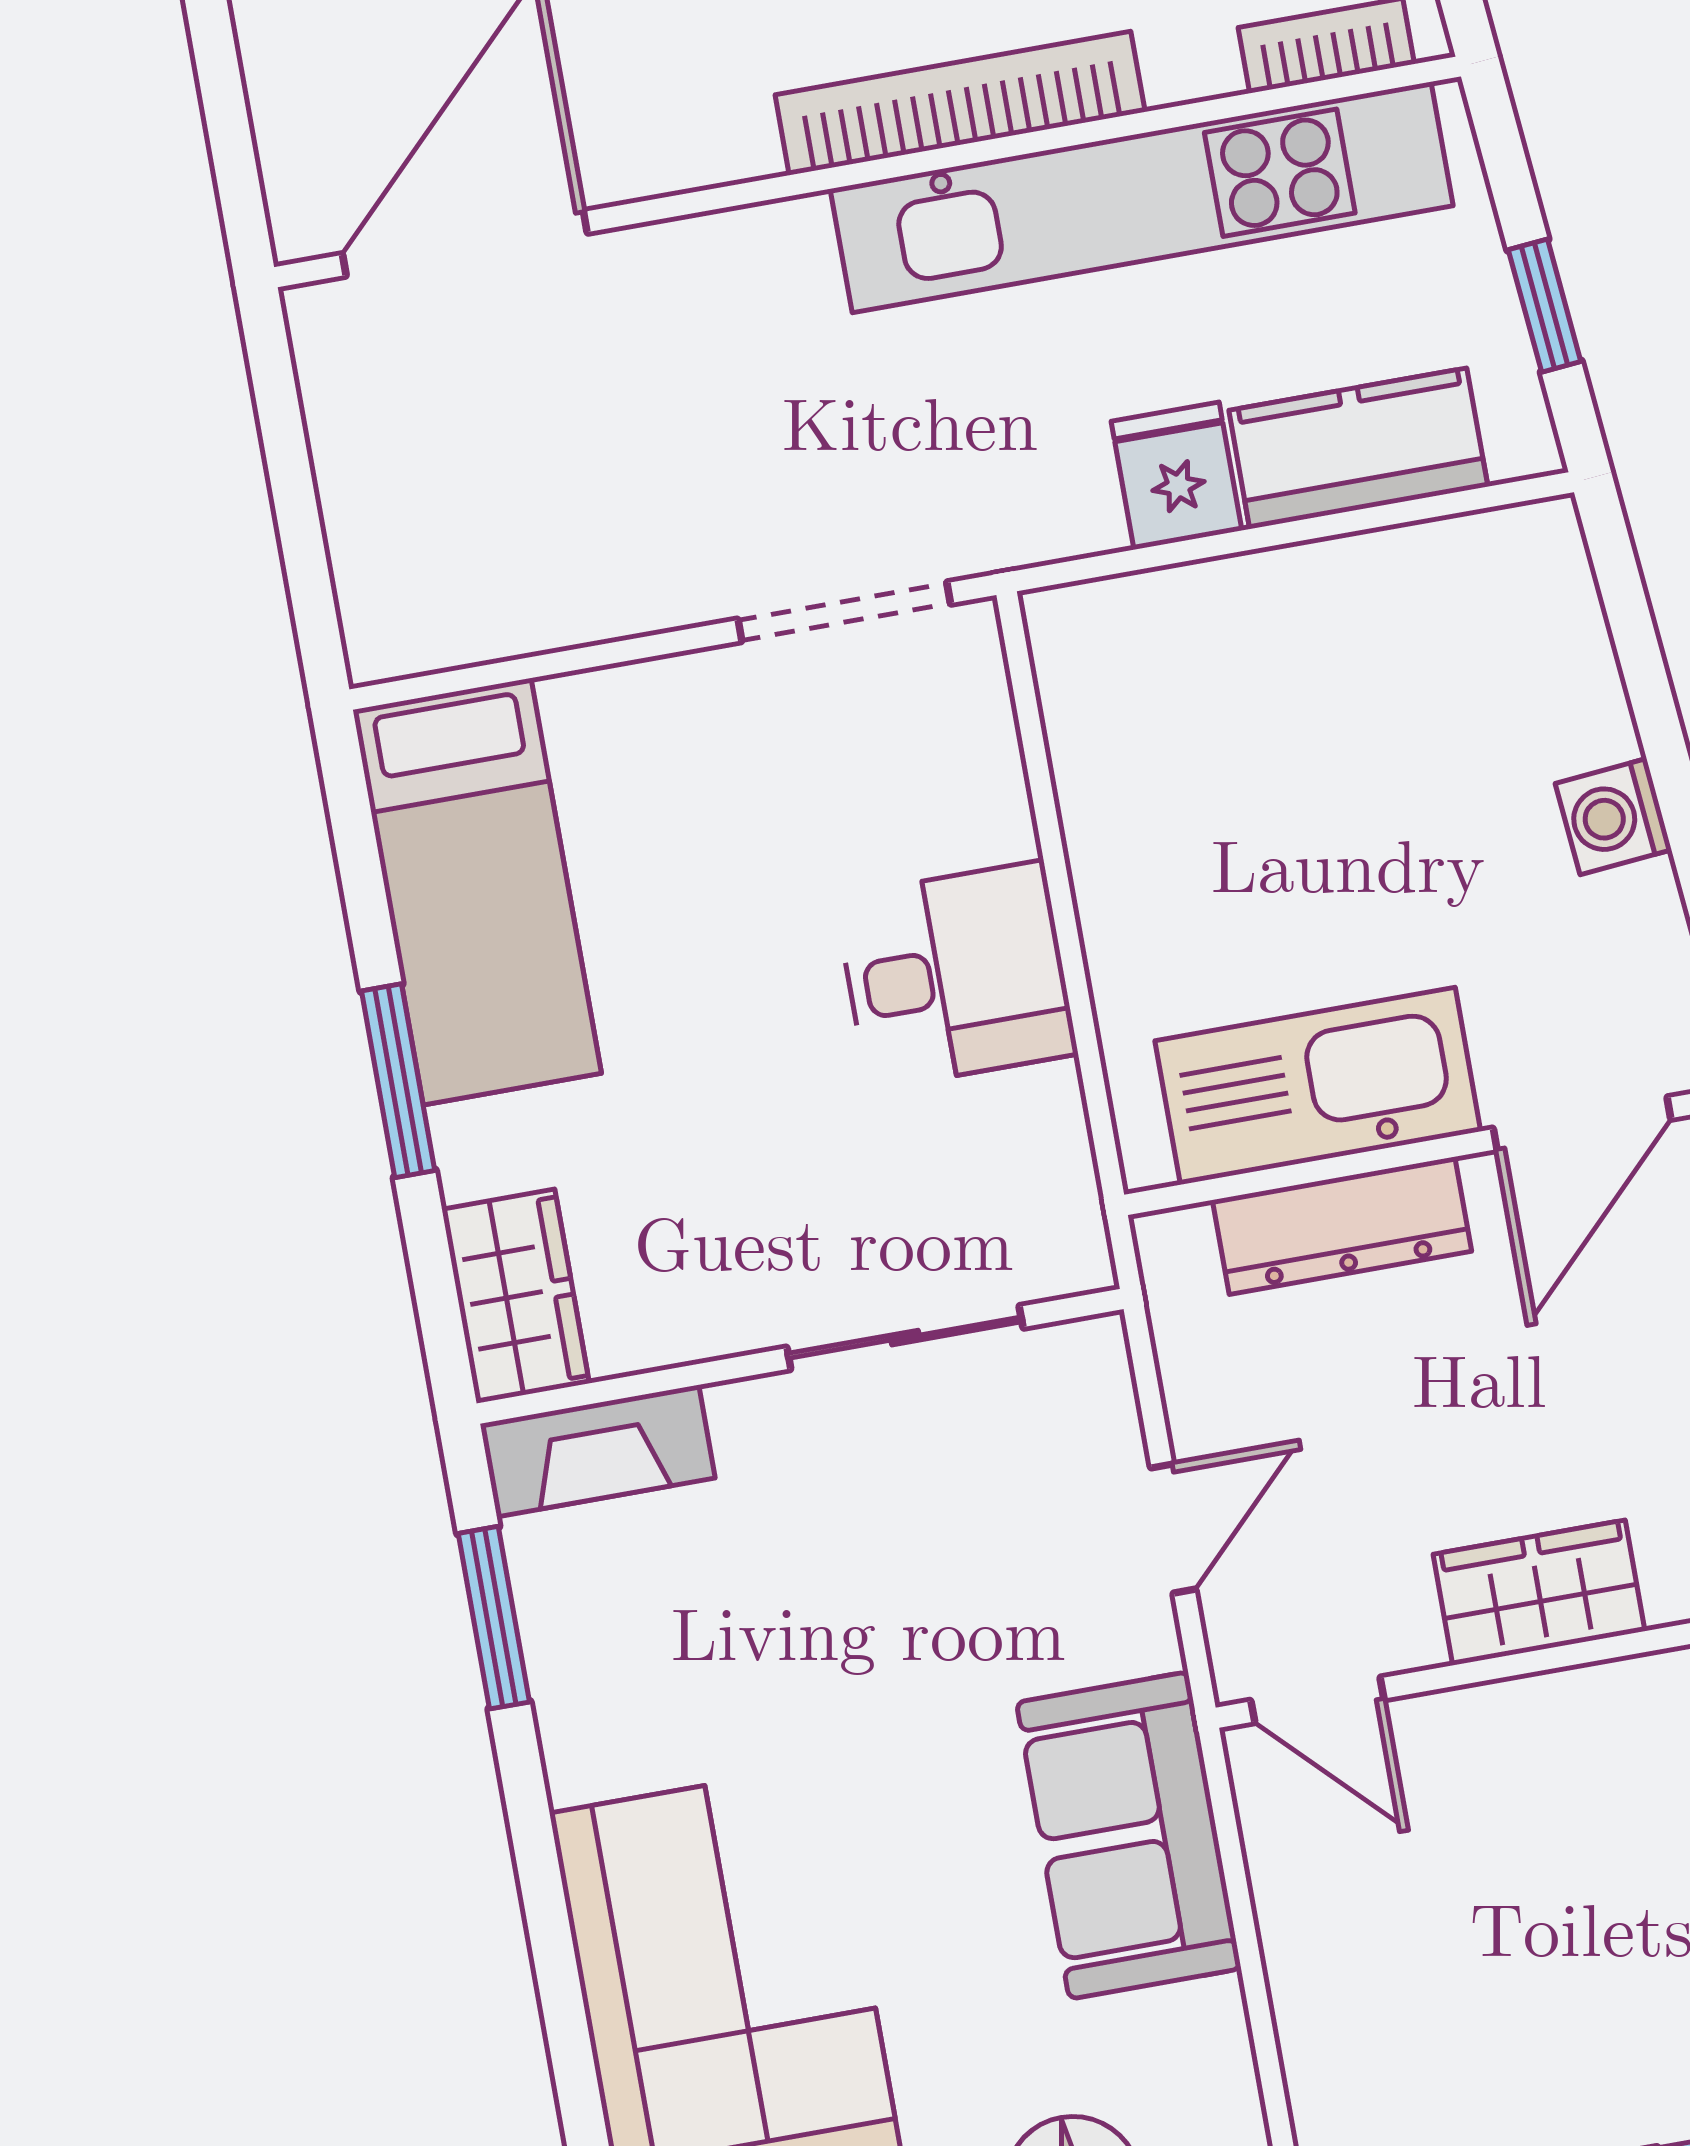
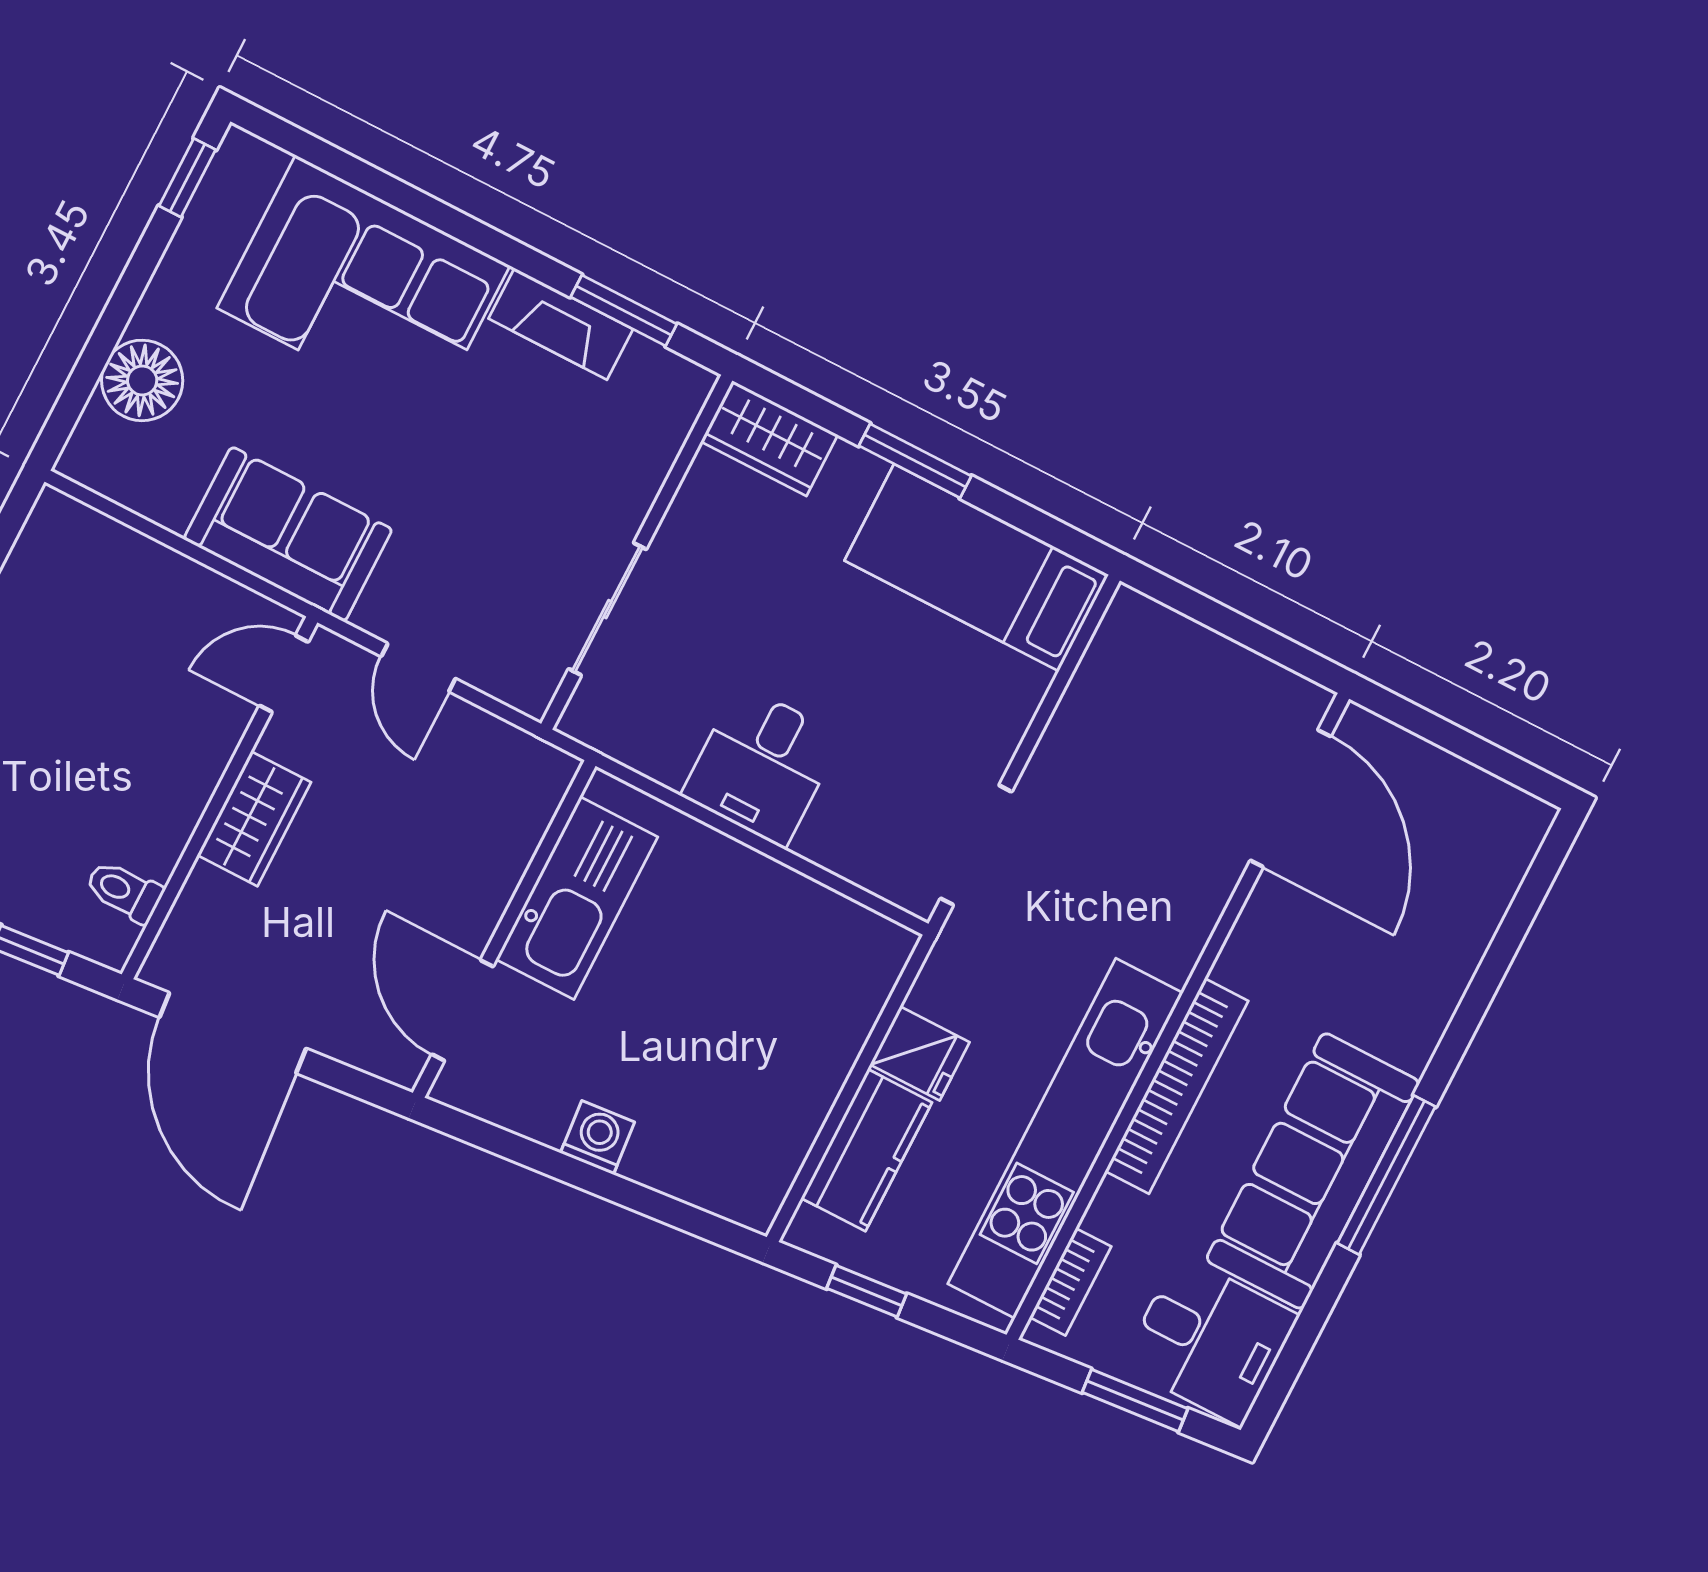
dresser: (1342, 1226) -> (501, 859), removed
fireplace: (598, 1451) -> (561, 324), moved, turned -90

